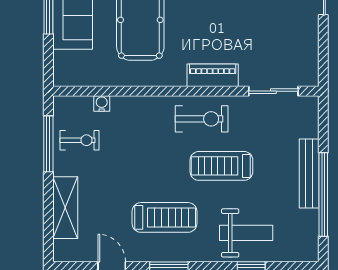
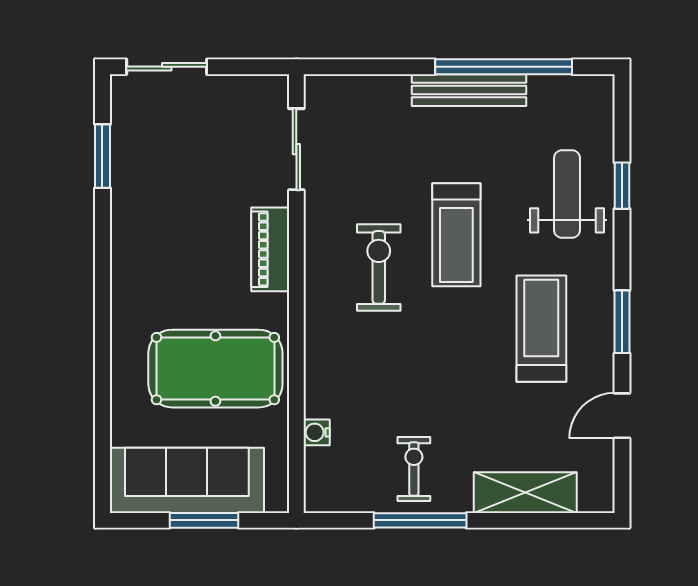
piano: (213, 75) -> (270, 249), moved
wall: (186, 91) -> (296, 294), moved
sliding door: (273, 91) -> (296, 149), moved
water cooler: (102, 103) -> (317, 432), moved

